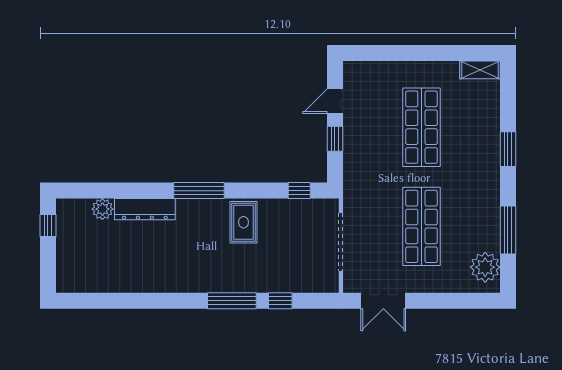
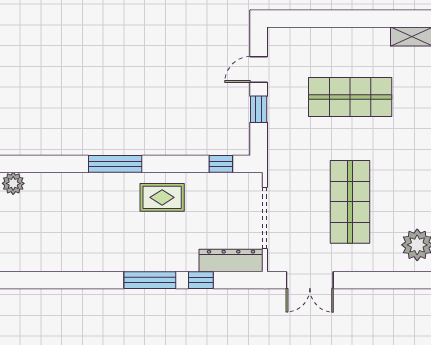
shop shelf: (421, 127) -> (350, 97), turned 90
dresser: (145, 209) -> (231, 260), moved, turned 180
rug: (243, 222) -> (162, 197), turned 90

